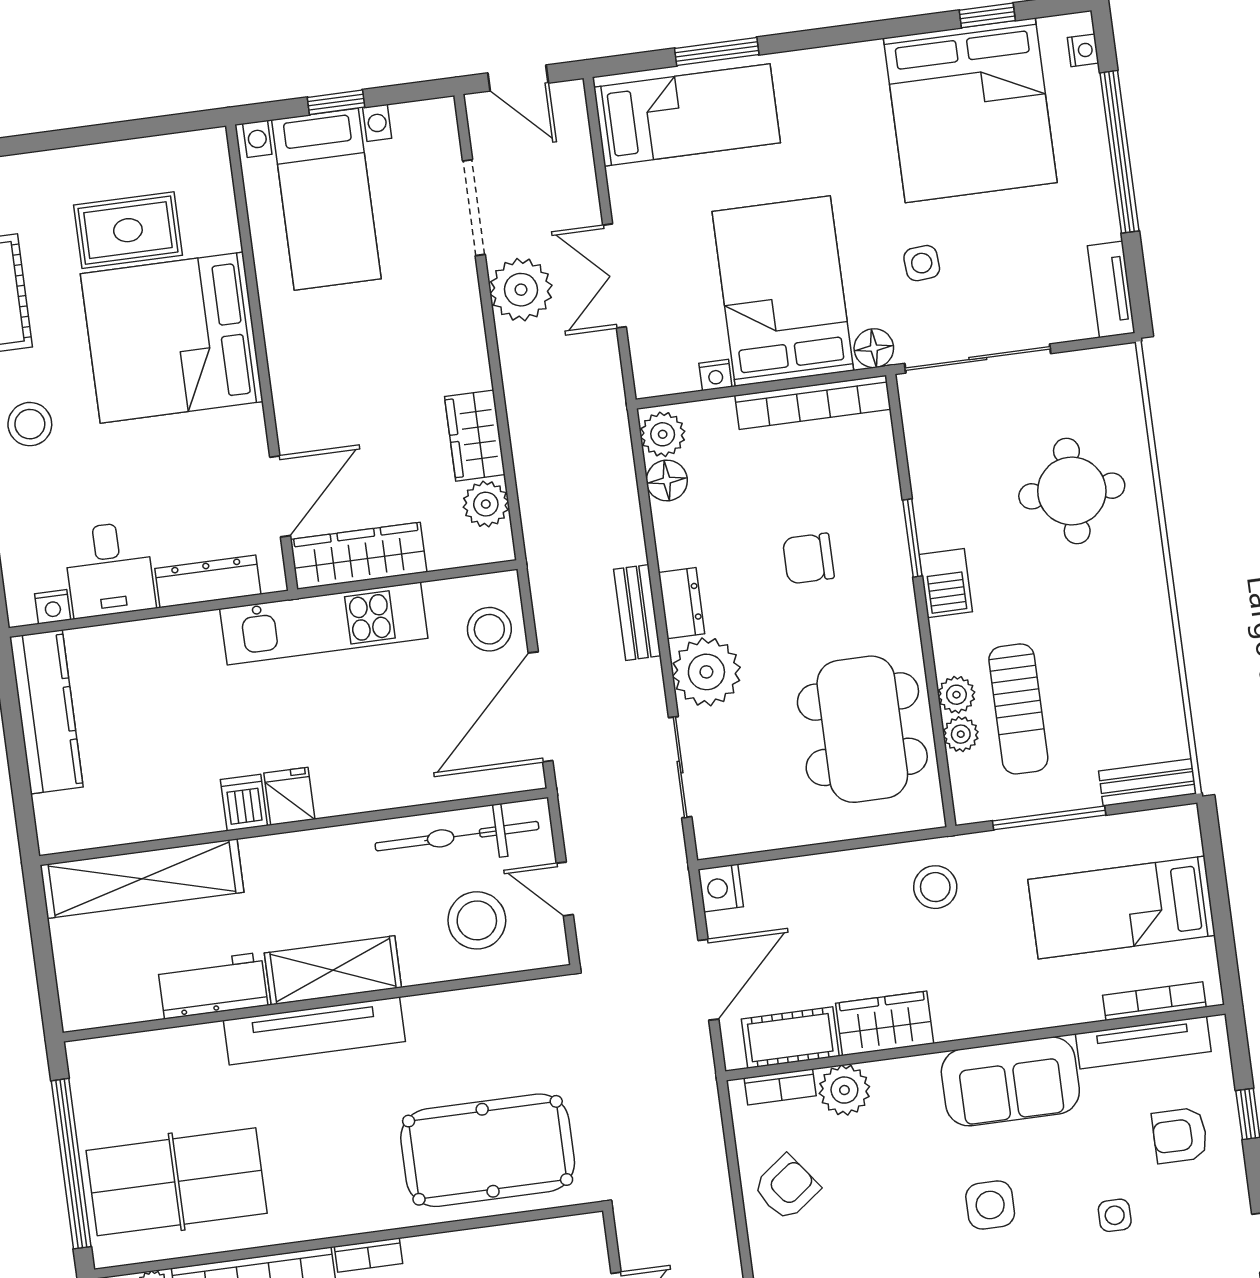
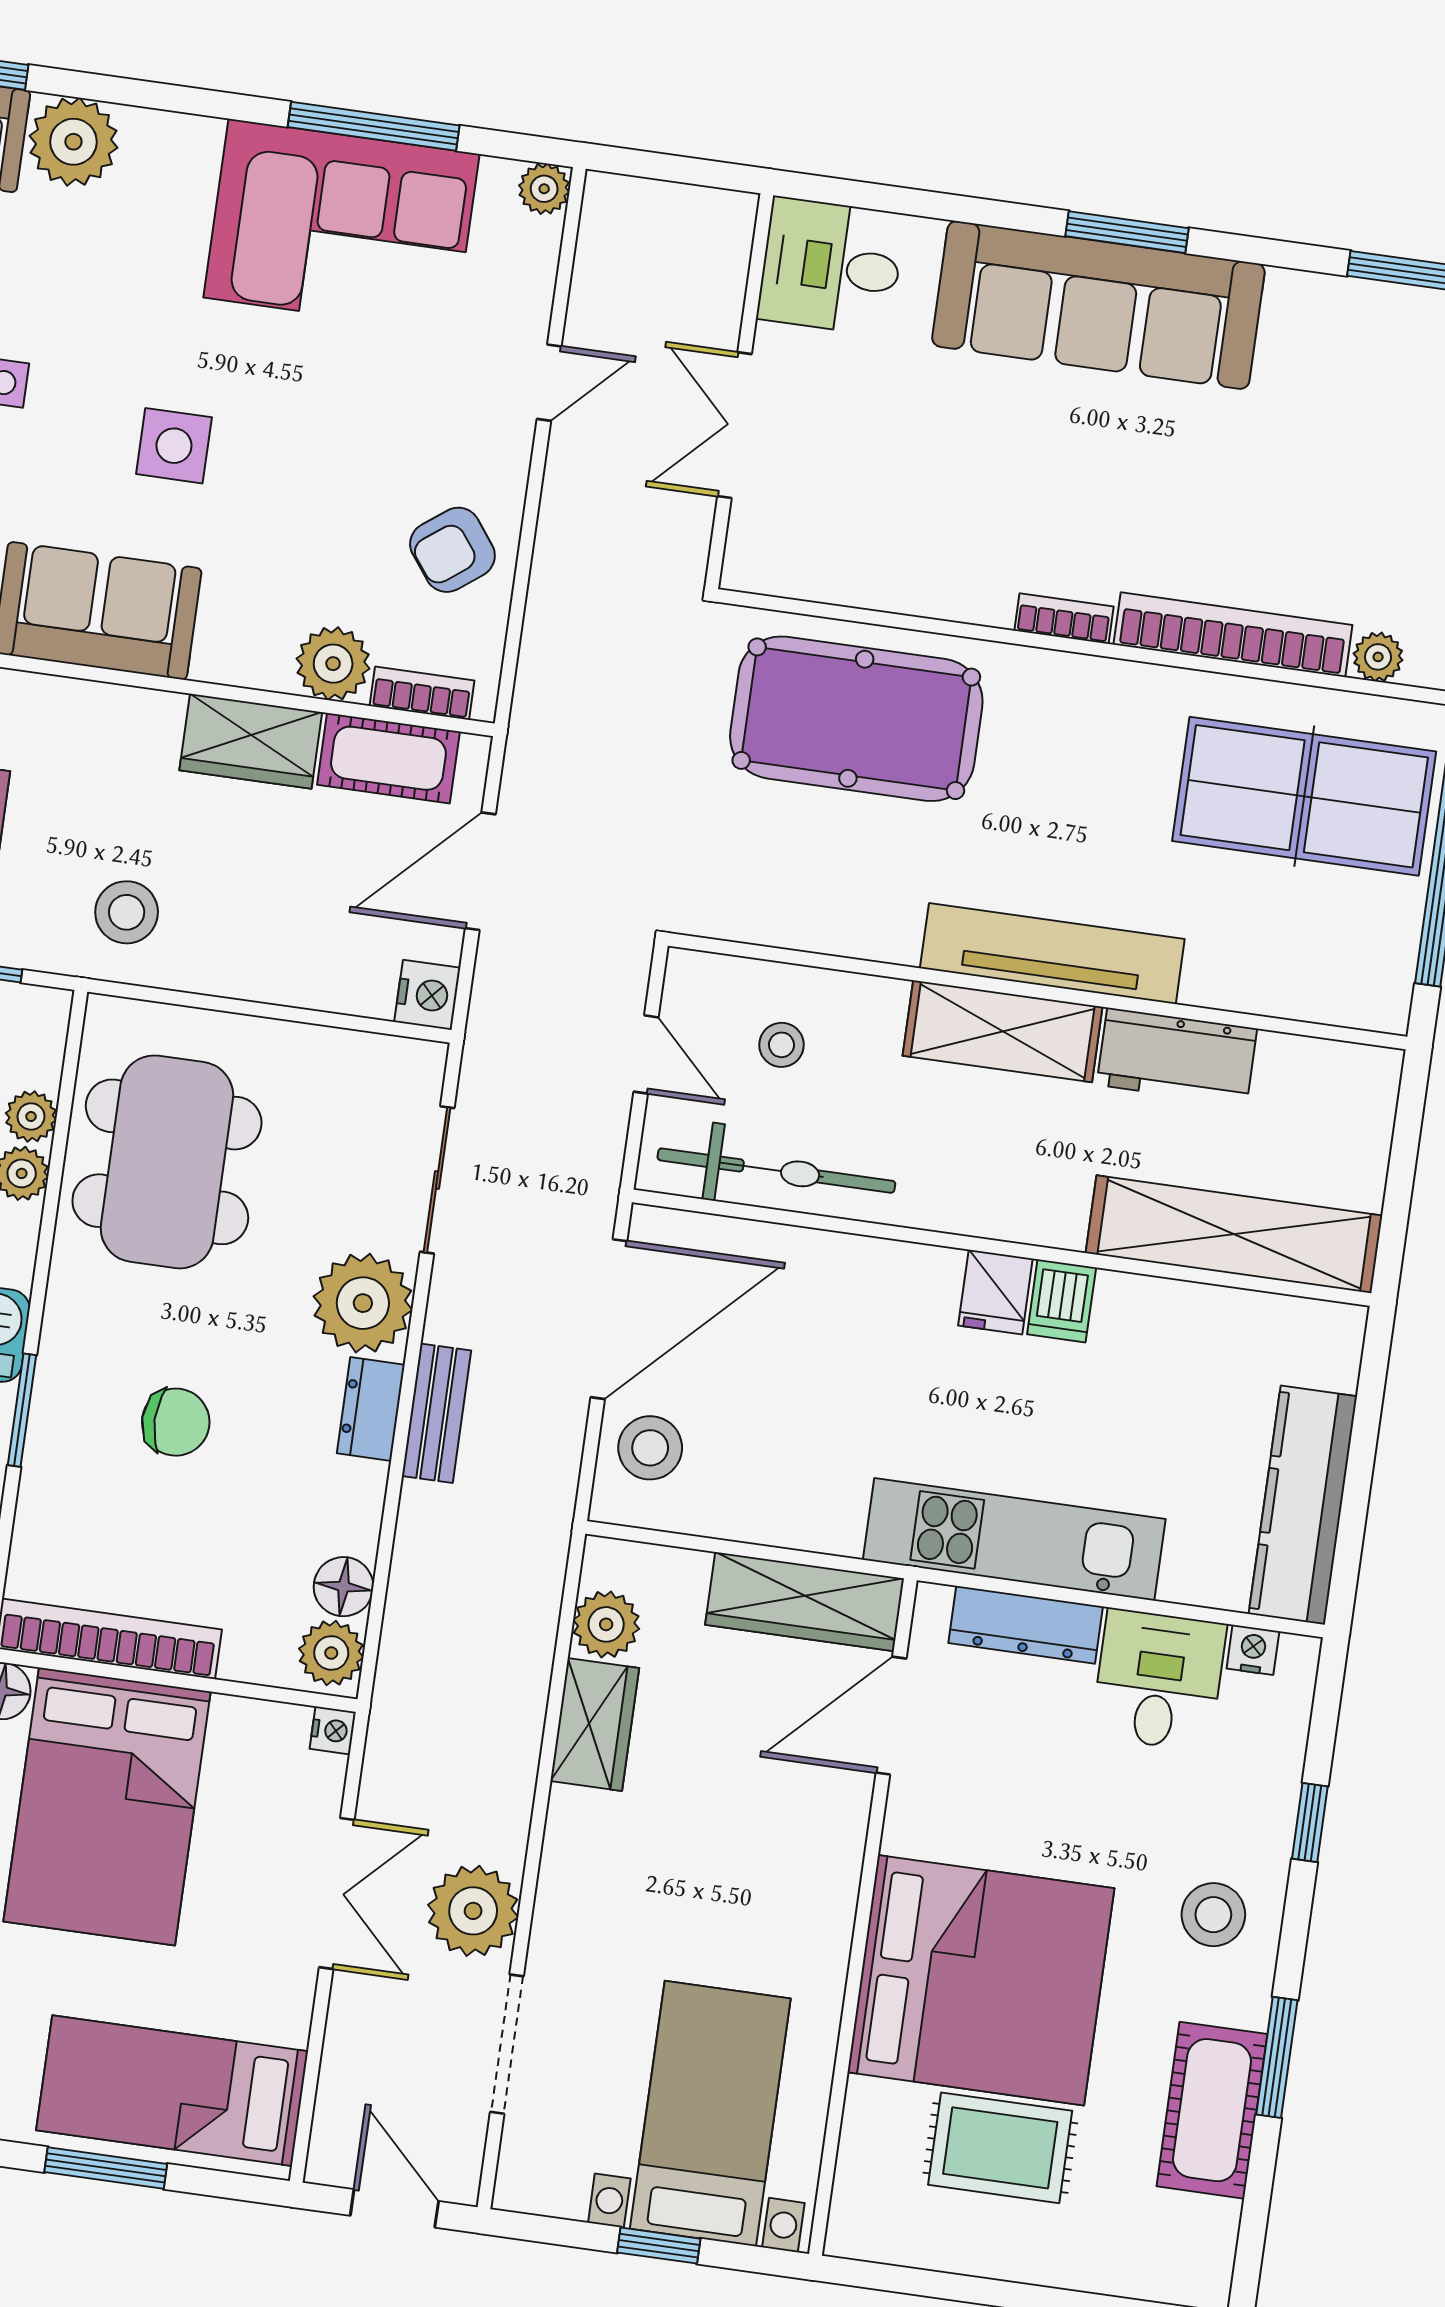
nightstand: (715, 375) -> (333, 1730), moved, turned 90
kitchen unit: (324, 624) -> (1014, 1539), moved
stool: (477, 920) -> (781, 1045), width x0.53, depth x0.53

